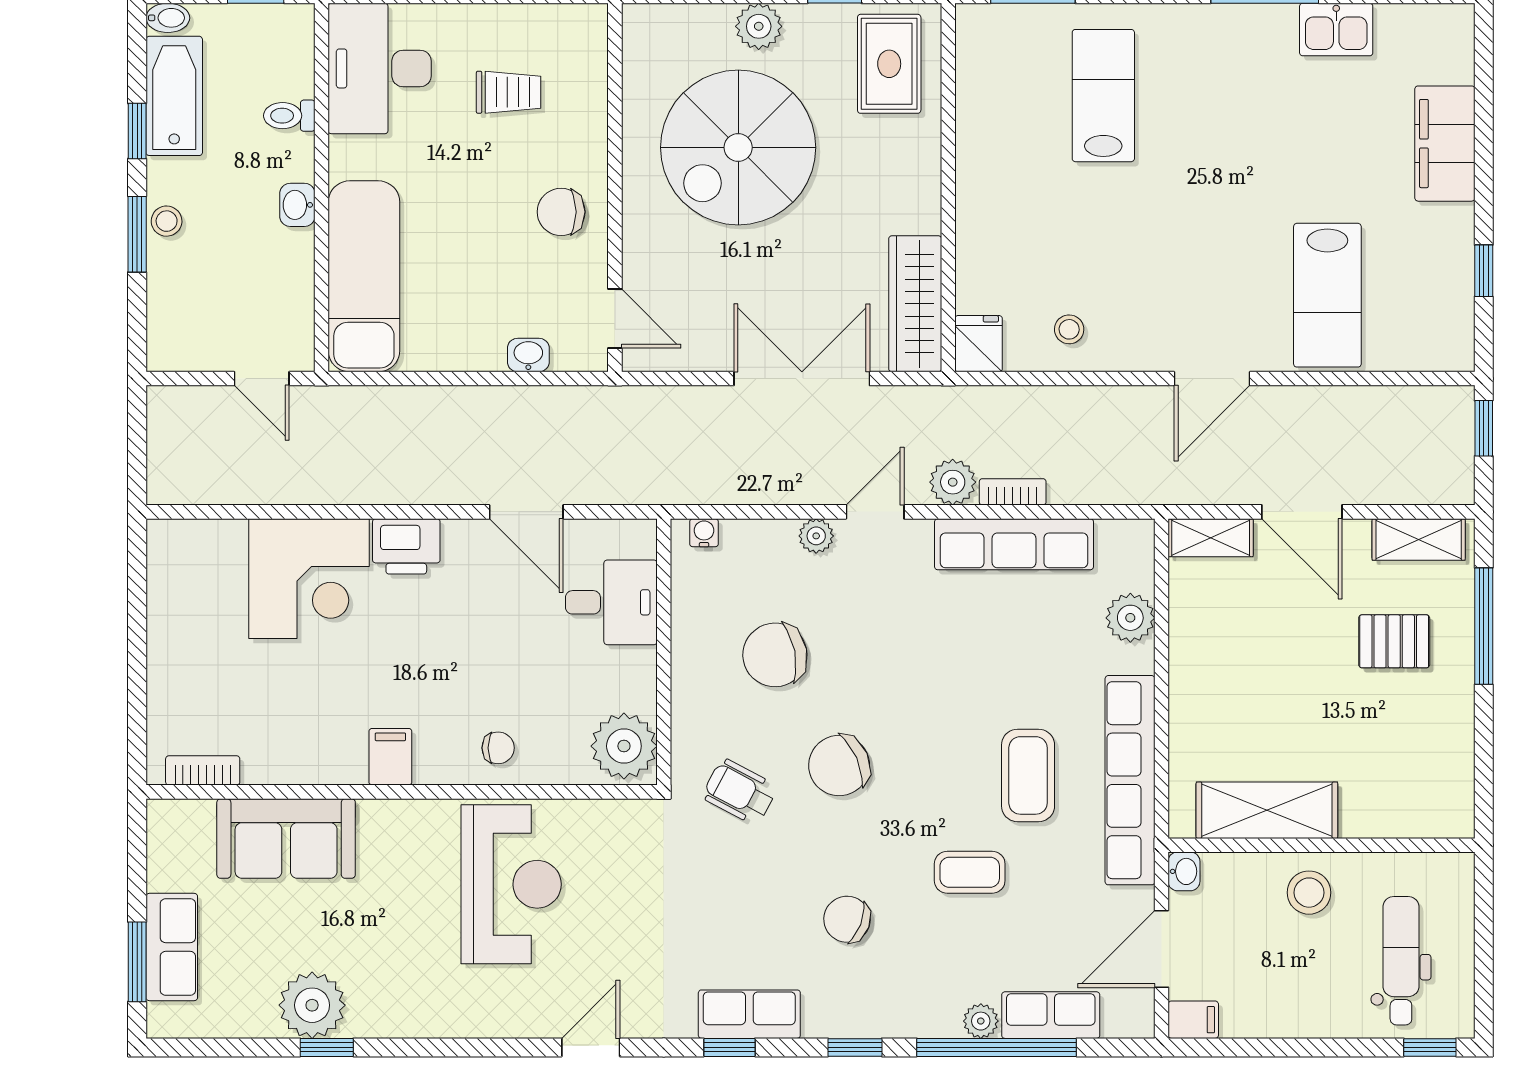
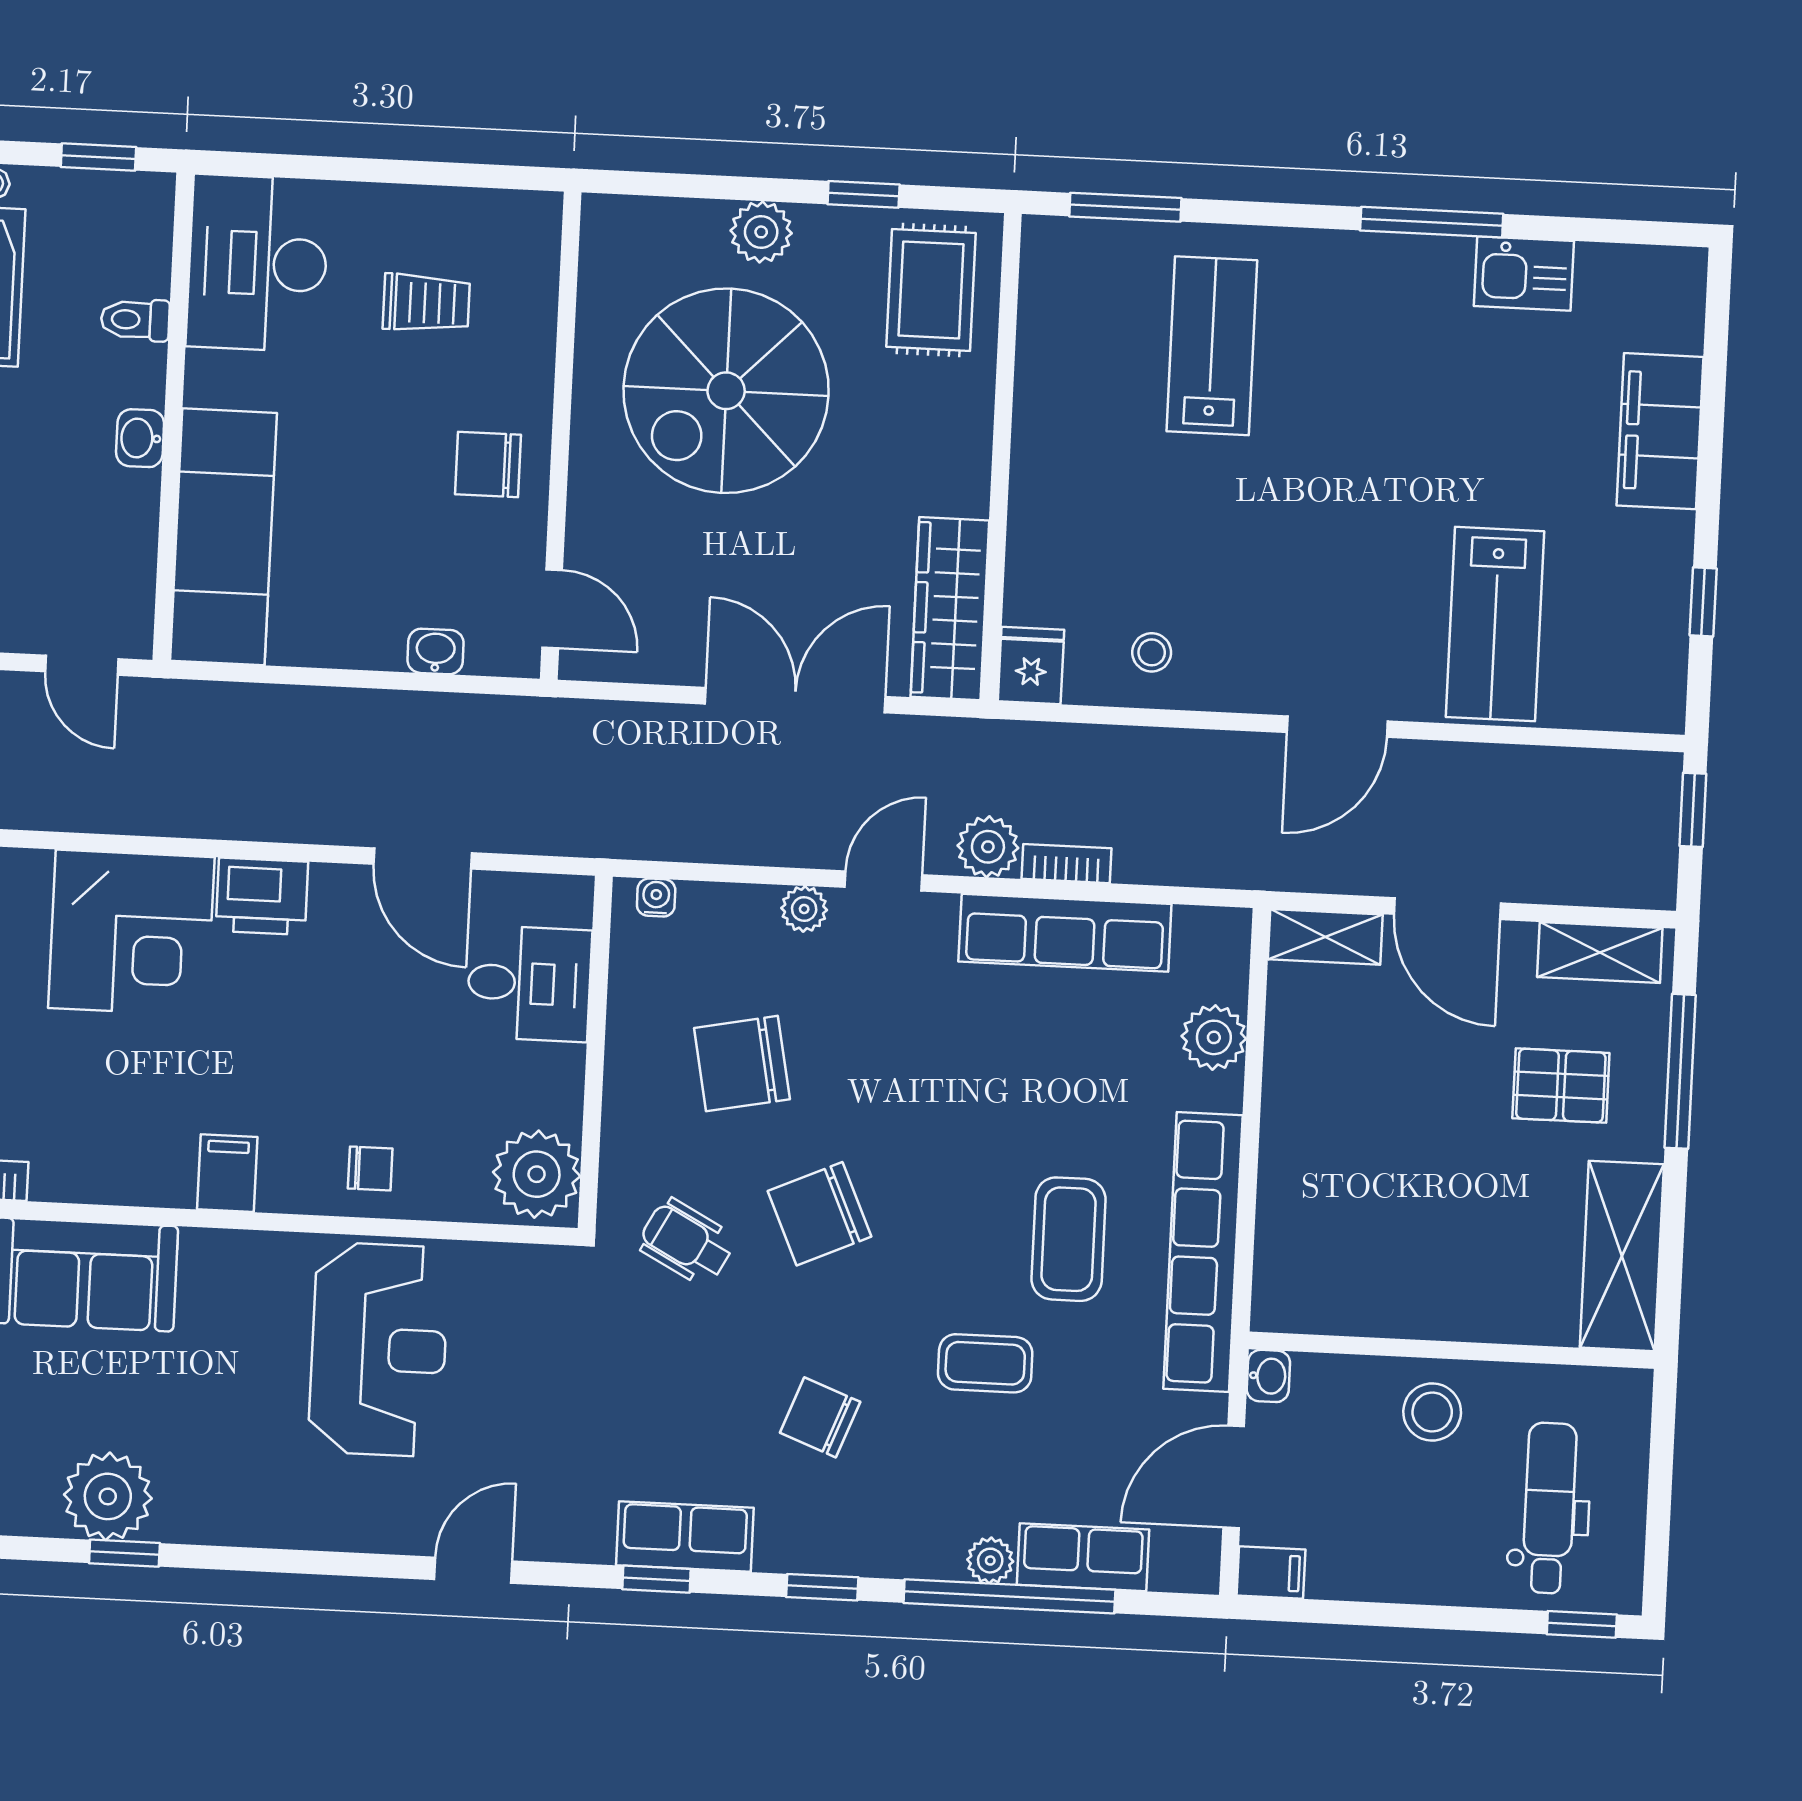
shelving: (1267, 810) -> (1622, 1256), moved, turned 90

